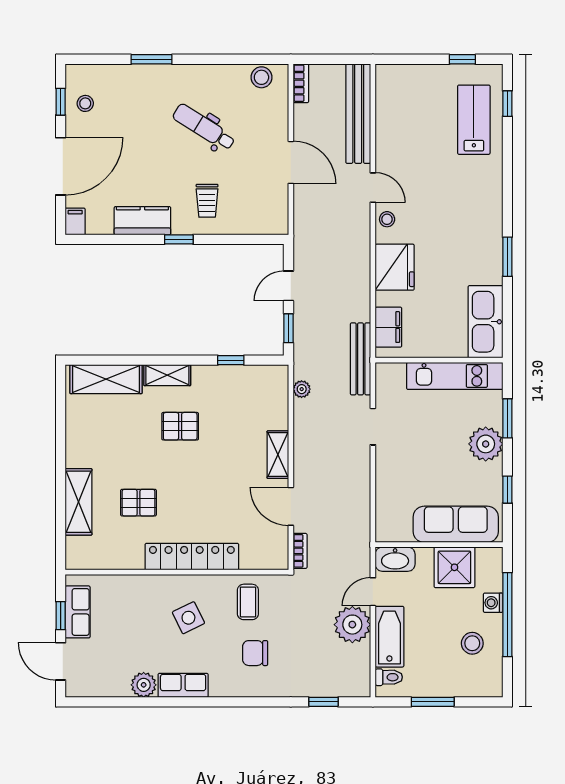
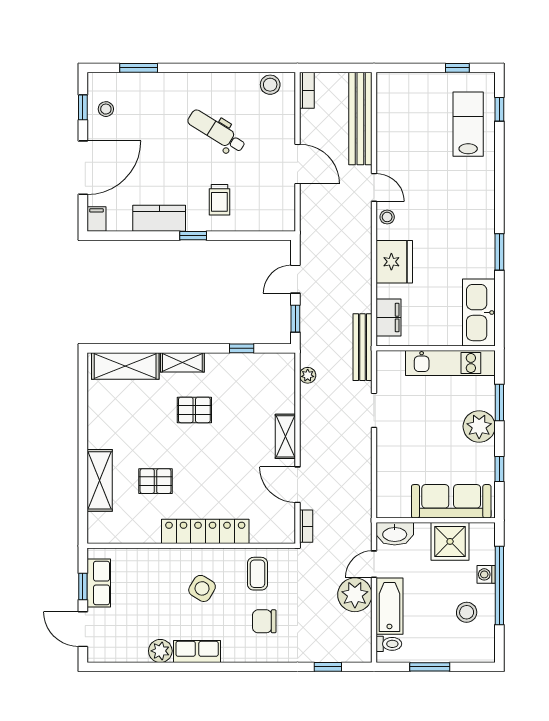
window: (152, 59) -> (139, 68), moved
side table: (188, 618) -> (202, 588), turned -33

